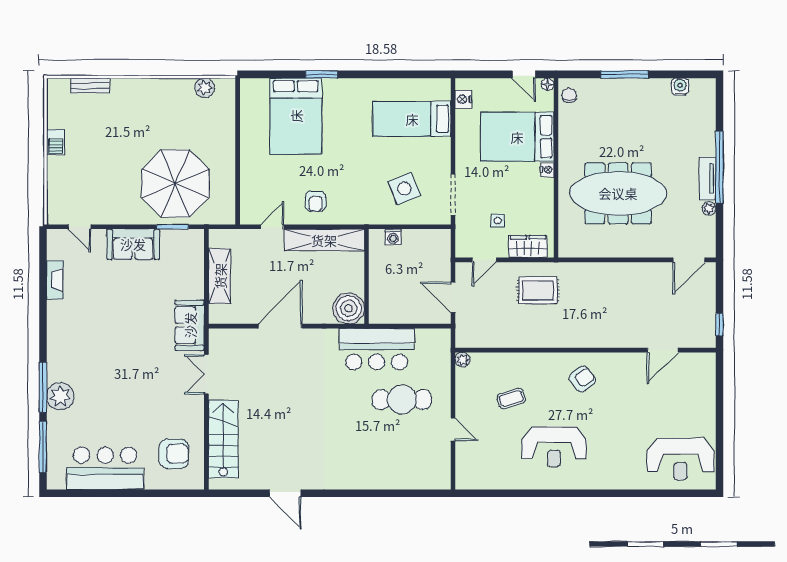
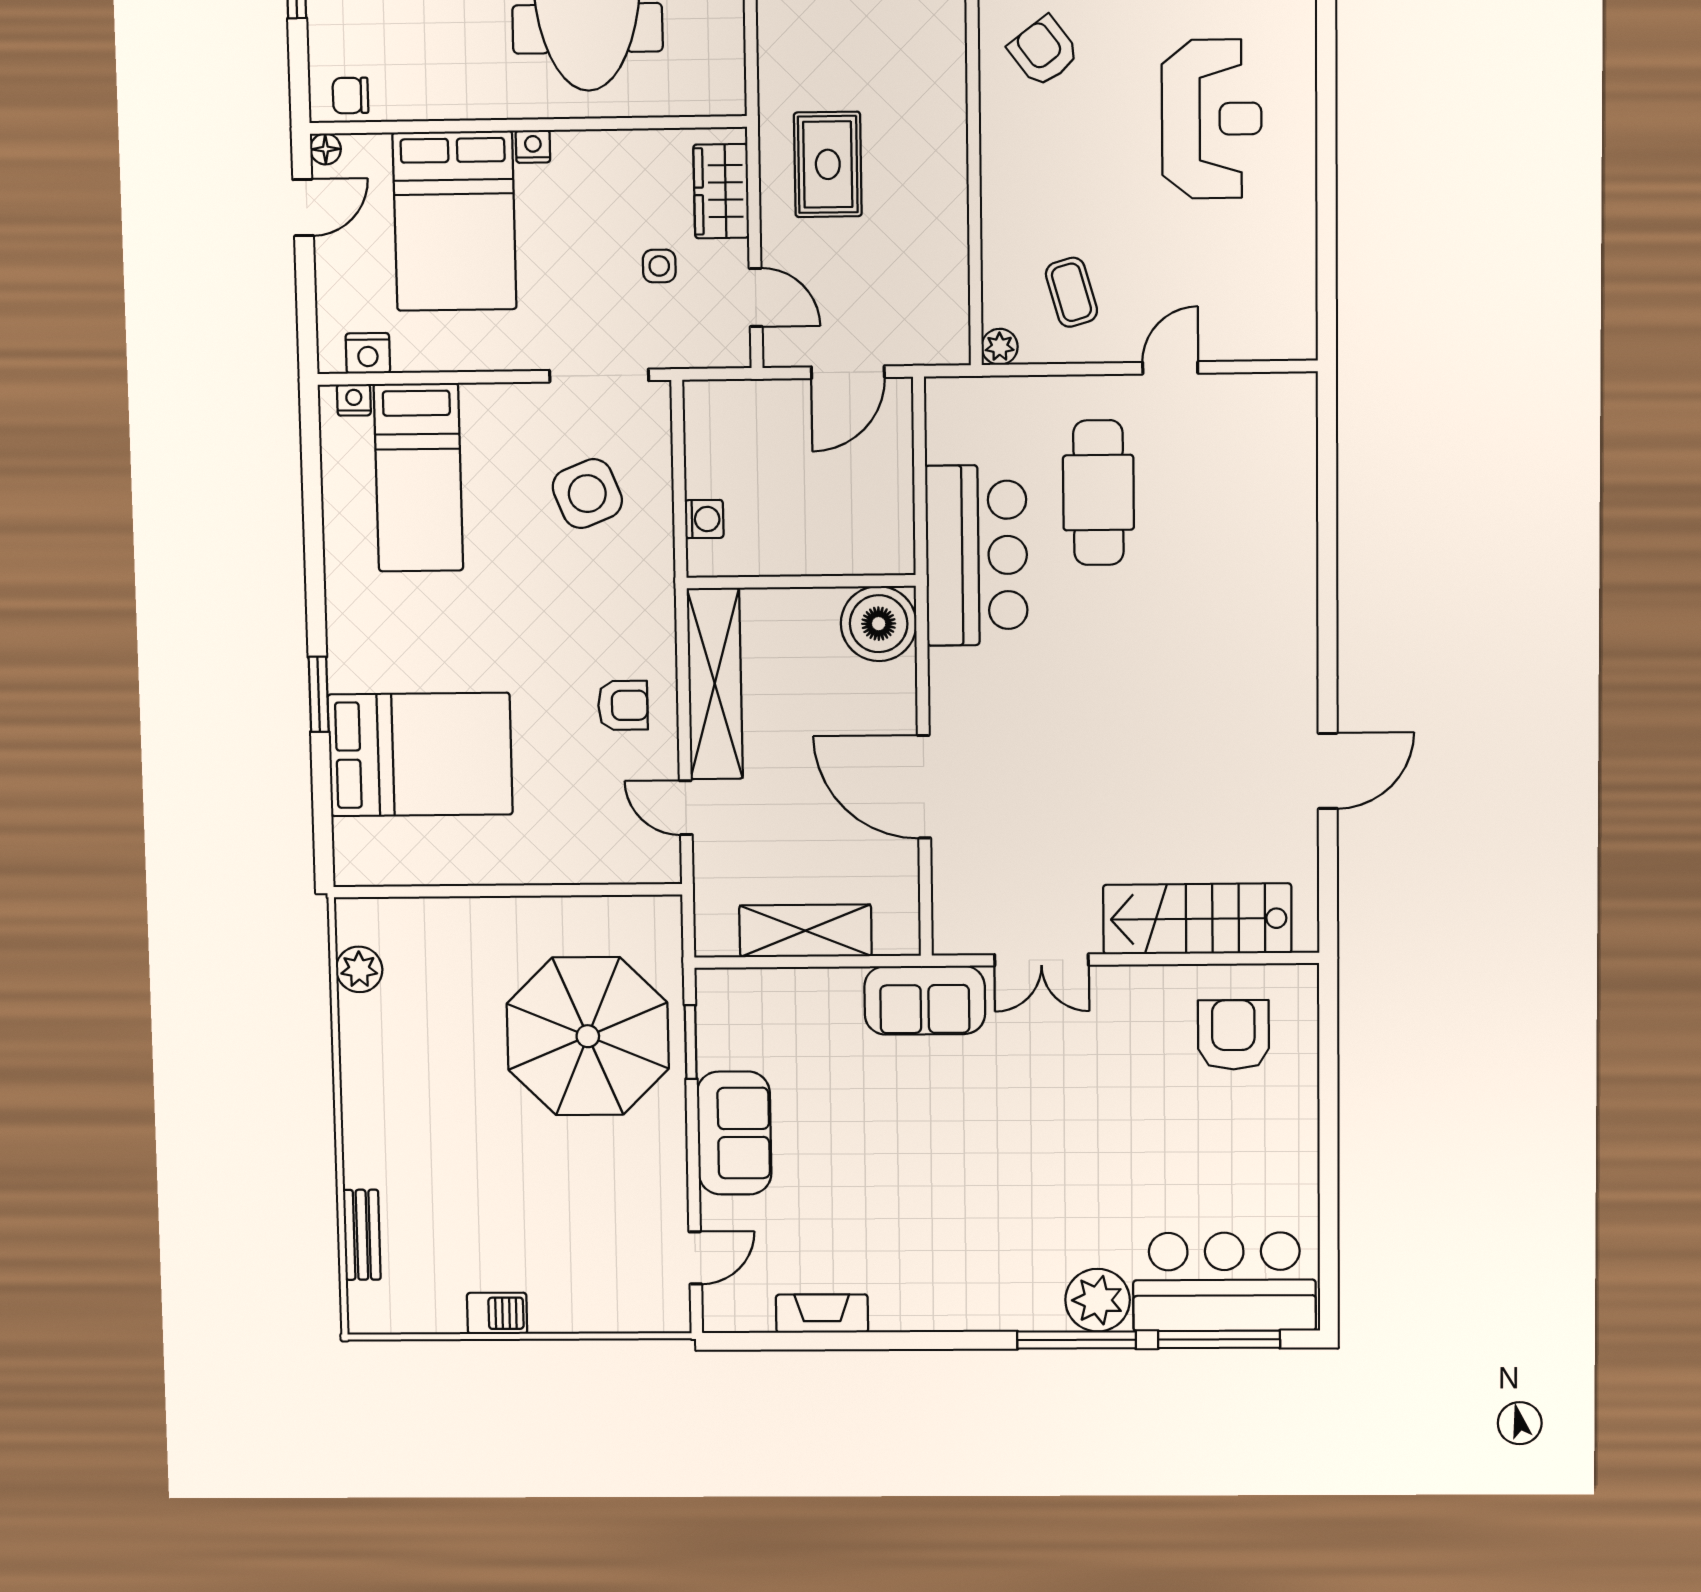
nightstand: (444, 93) -> (354, 400), added
coffee table: (511, 398) -> (1071, 292), moved
bar counter: (105, 468) -> (1224, 1282), moved, turned 90

